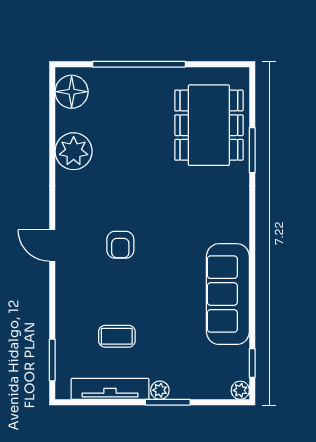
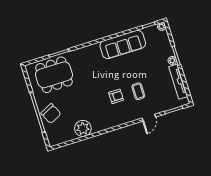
floor lamp: (72, 92) -> (58, 137), removed
chair: (127, 92) -> (51, 114), added
door: (52, 245) -> (149, 118), moved
coffee table: (117, 336) -> (138, 91), moved

